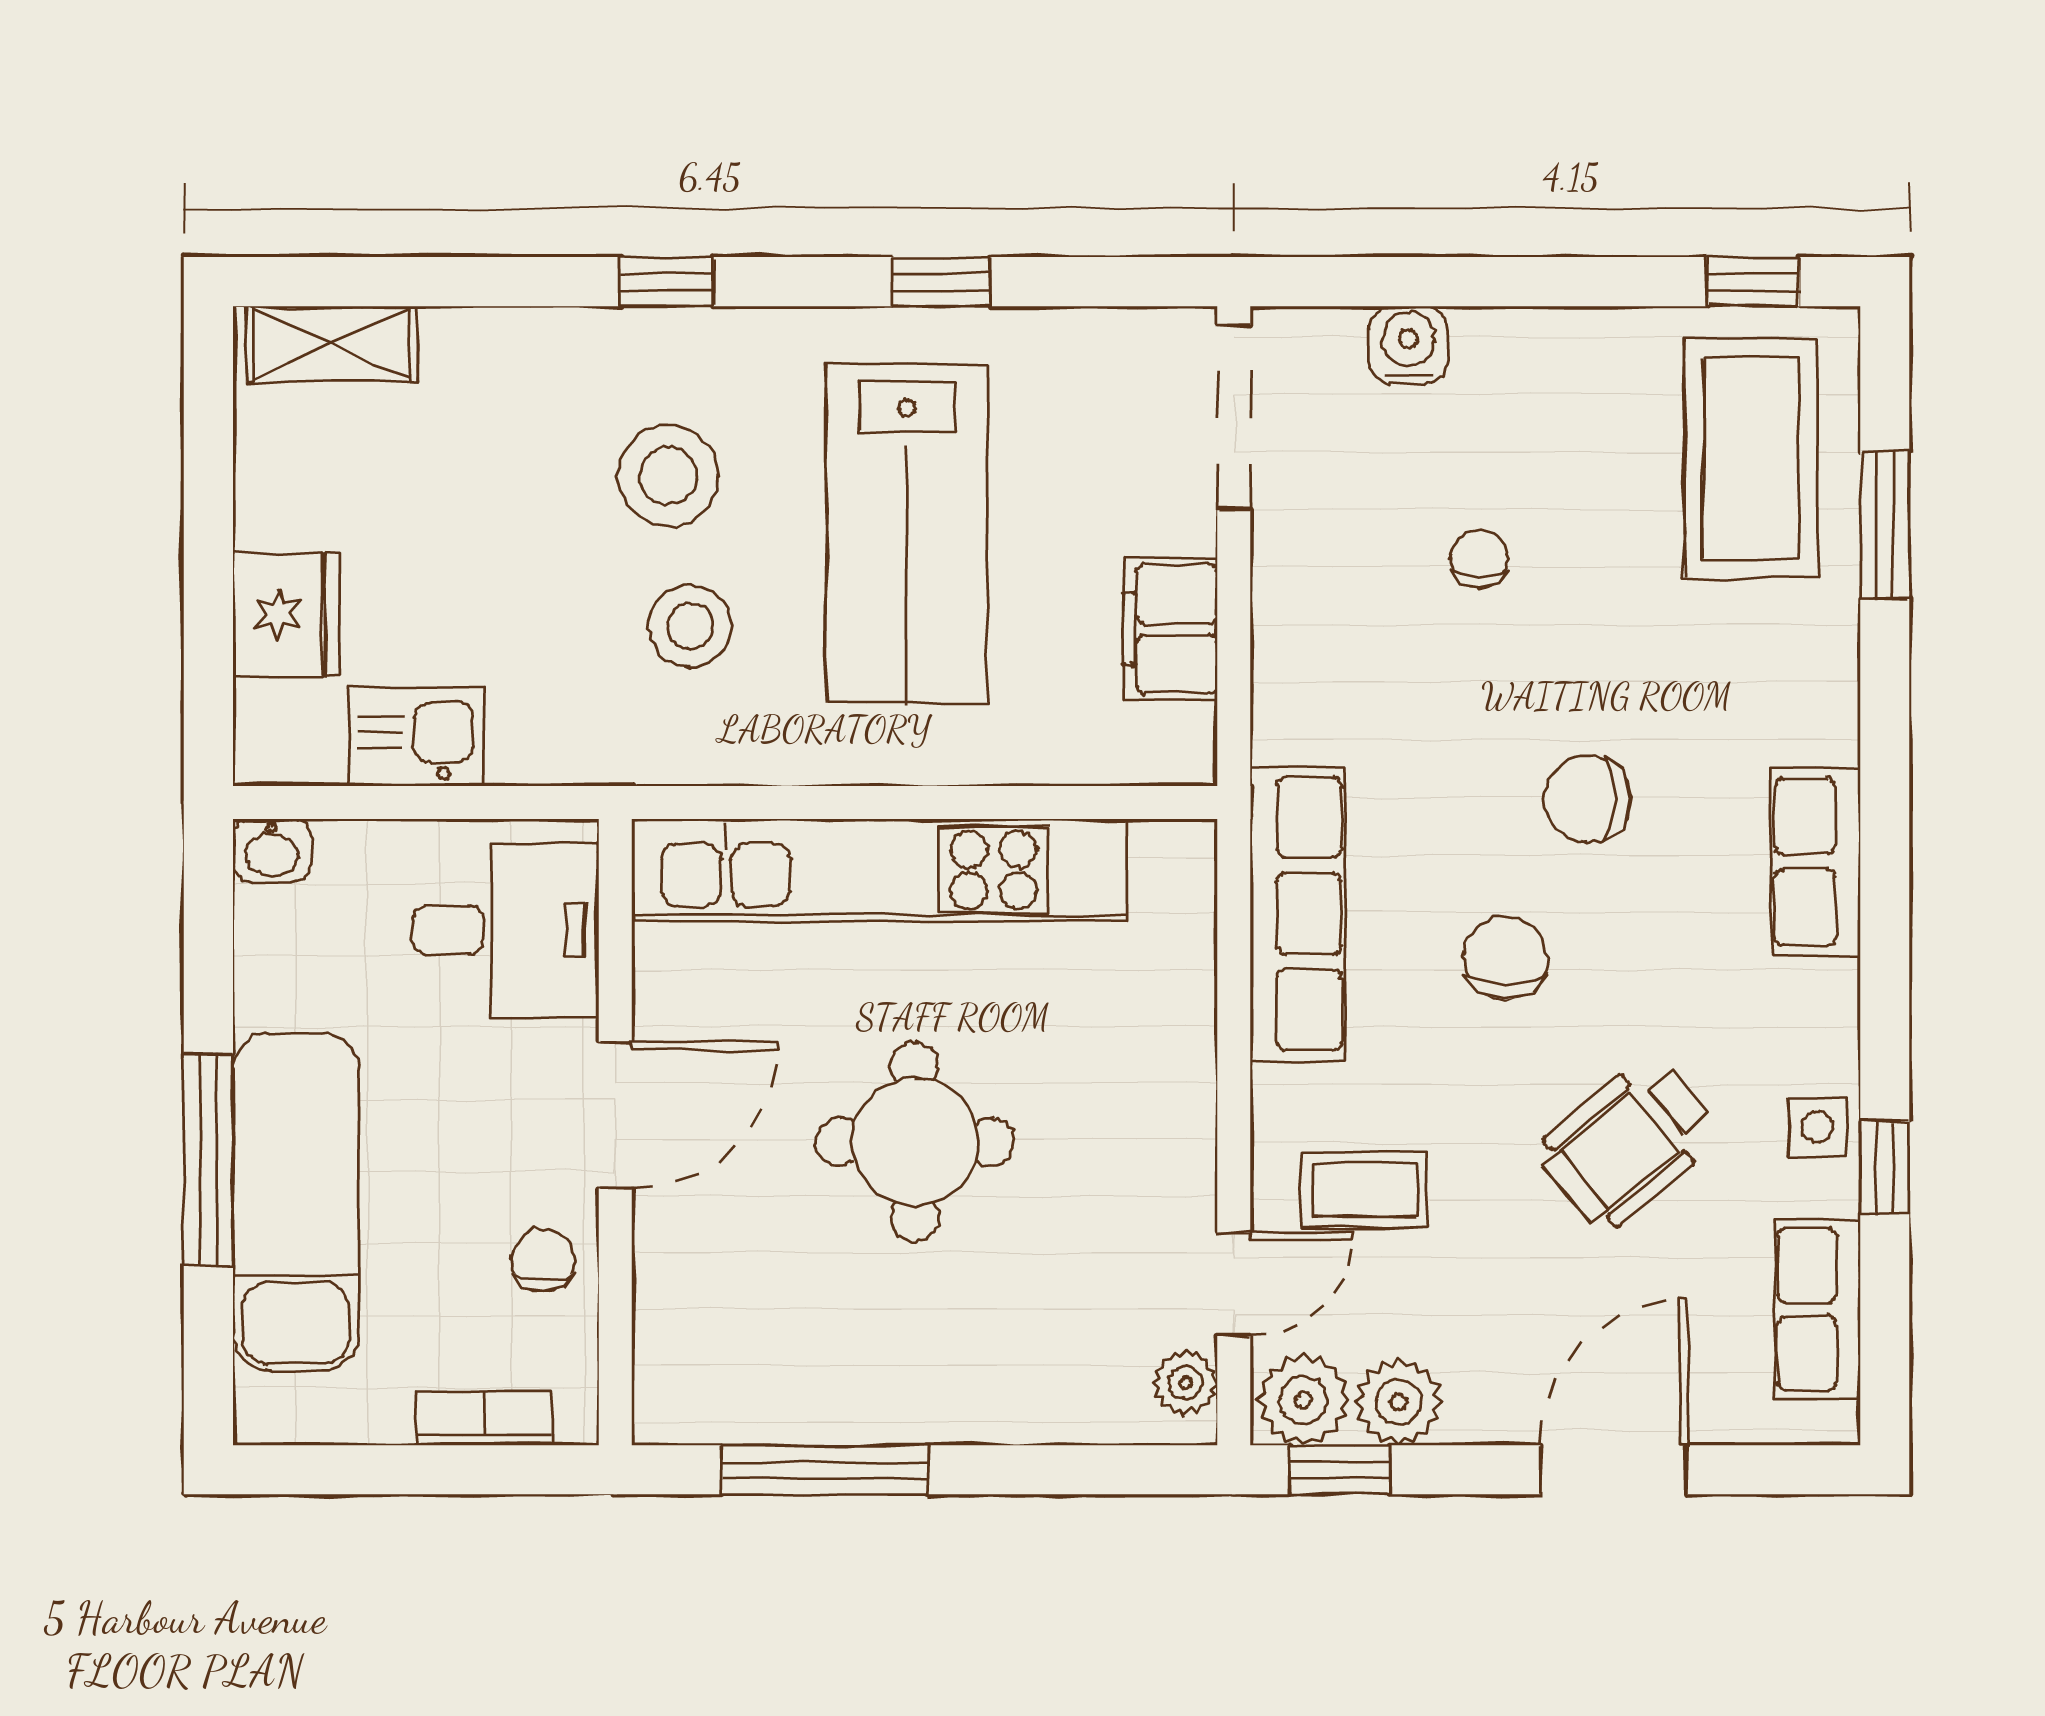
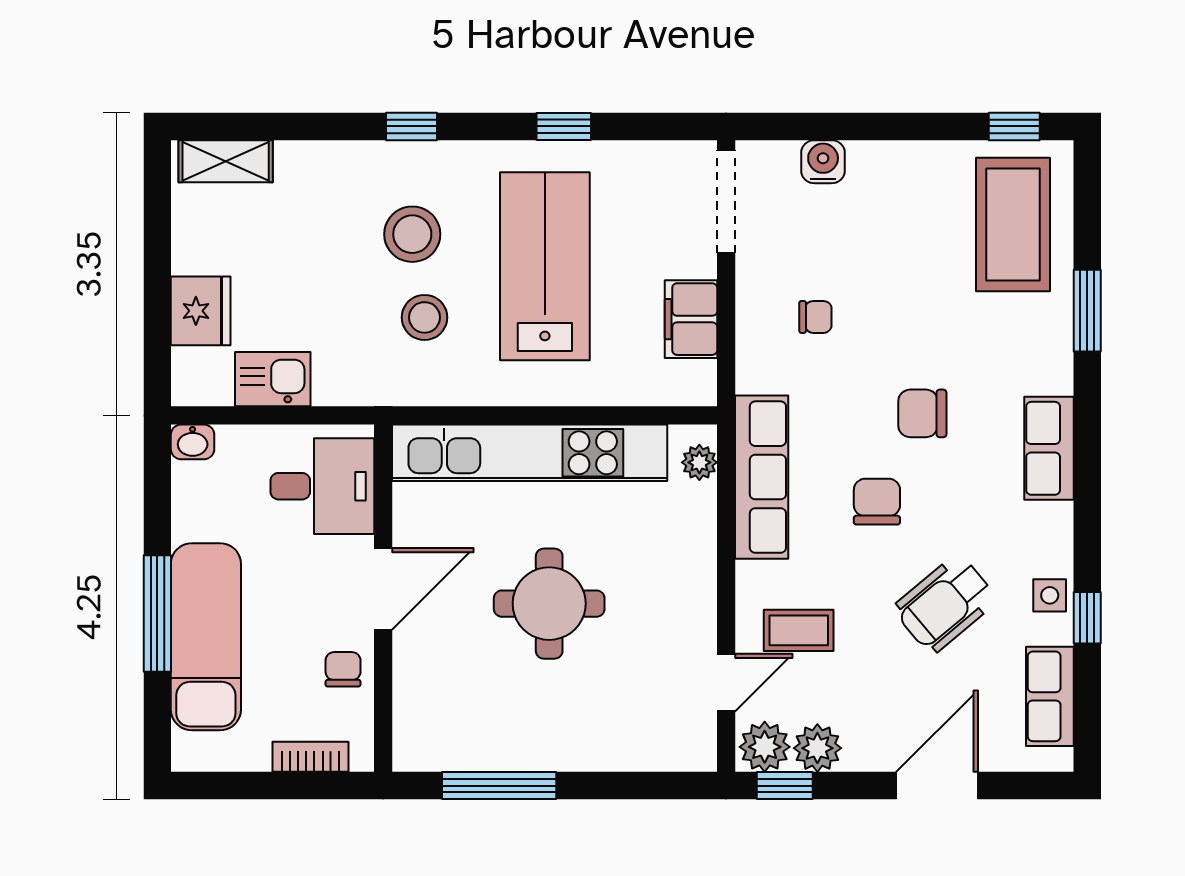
window: (1885, 525) -> (1087, 311), moved
lab bench: (907, 534) -> (545, 266), turned 180
chair: (1479, 559) -> (815, 317), moved, turned 90
plant: (1186, 1383) -> (699, 462), moved

